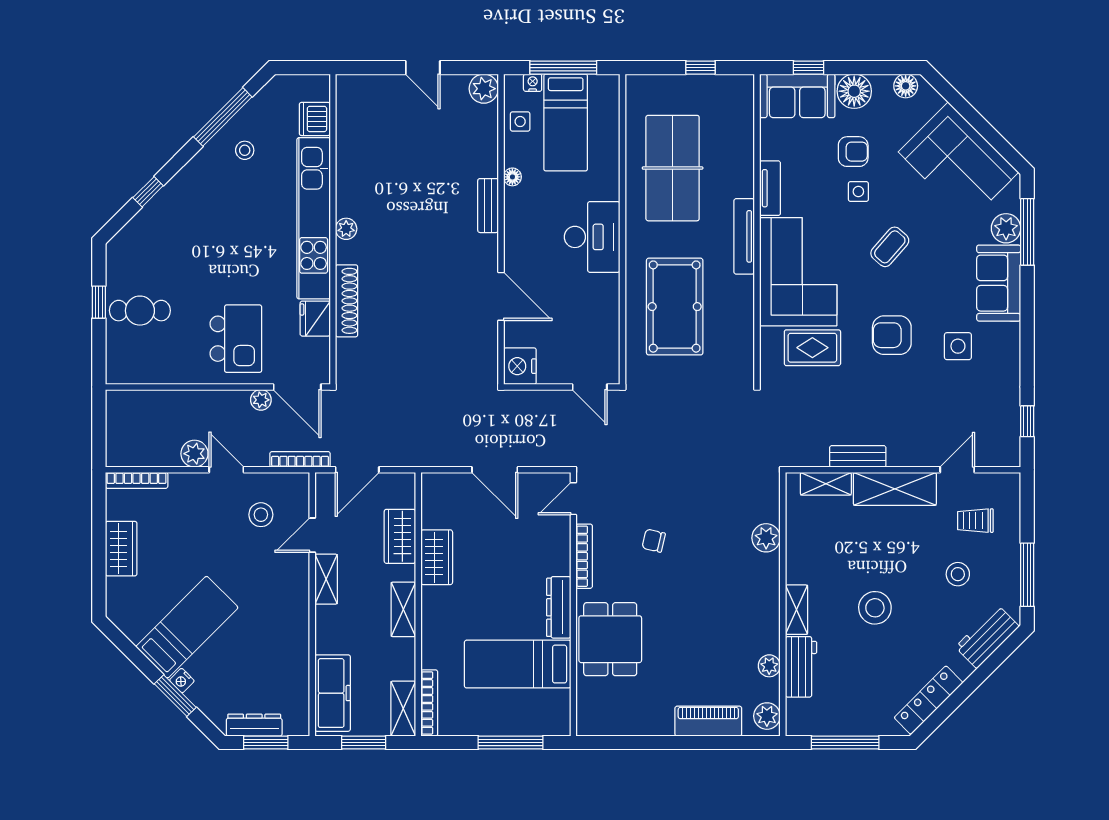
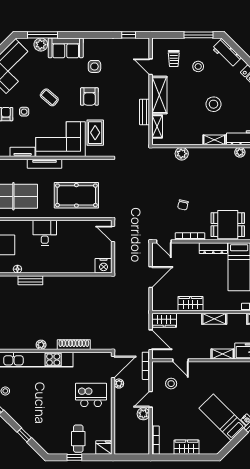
desk: (592, 237) -> (45, 233), width x0.73
door: (501, 296) -> (72, 274), removed
fridge: (315, 319) -> (104, 448), moved, turned 180
door: (590, 387) -> (113, 234), swing flipped
wardrobe: (400, 536) -> (164, 320), moved
shelving: (326, 579) -> (223, 354), moved

